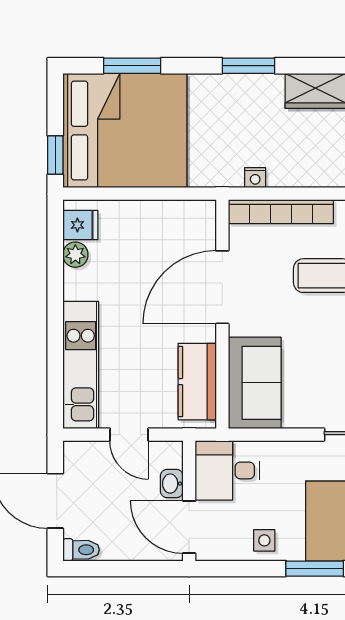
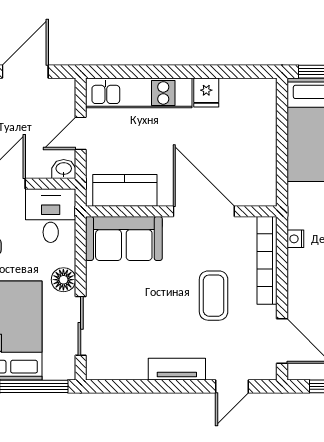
fridge: (80, 225) -> (206, 93), moved
plant: (75, 255) -> (231, 88), removed
floor lamp: (304, 455) -> (63, 280), added
washbasin: (172, 484) -> (64, 169), moved

